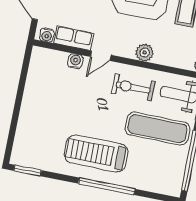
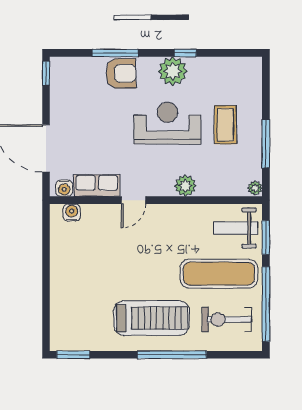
water cooler: (75, 61) -> (72, 212), moved
exercise bike: (133, 87) -> (227, 320), moved
treadmill: (96, 154) -> (151, 318), turned 180

